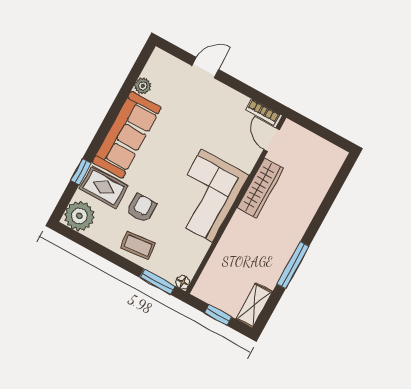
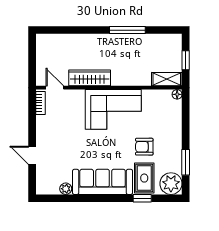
door: (272, 140) -> (55, 88), swing flipped
coffee table: (138, 246) -> (169, 136), removed
window: (157, 282) -> (186, 162), moved
shelving: (254, 305) -> (167, 79), moved

